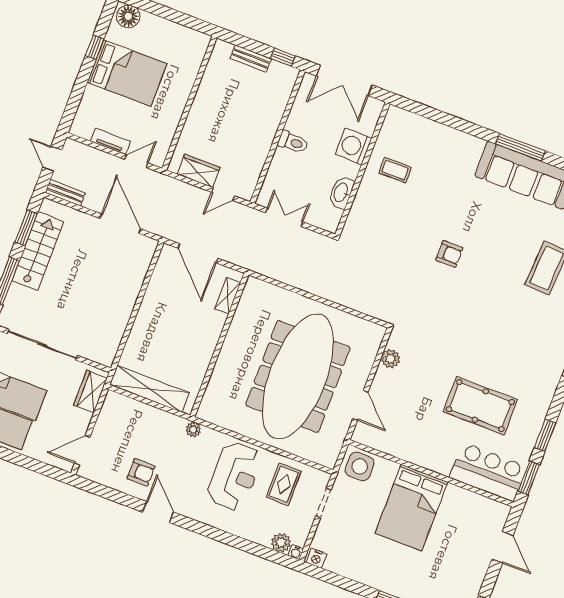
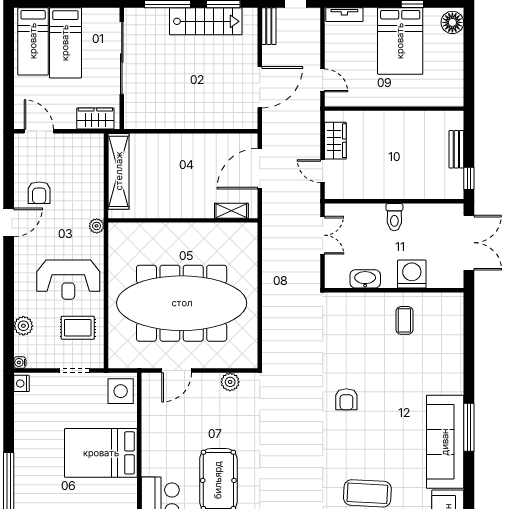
double door: (344, 80) -> (469, 243), swing flipped
tv unit: (111, 141) -> (344, 15), moved, turned 90
plant: (281, 543) -> (23, 326), moved

